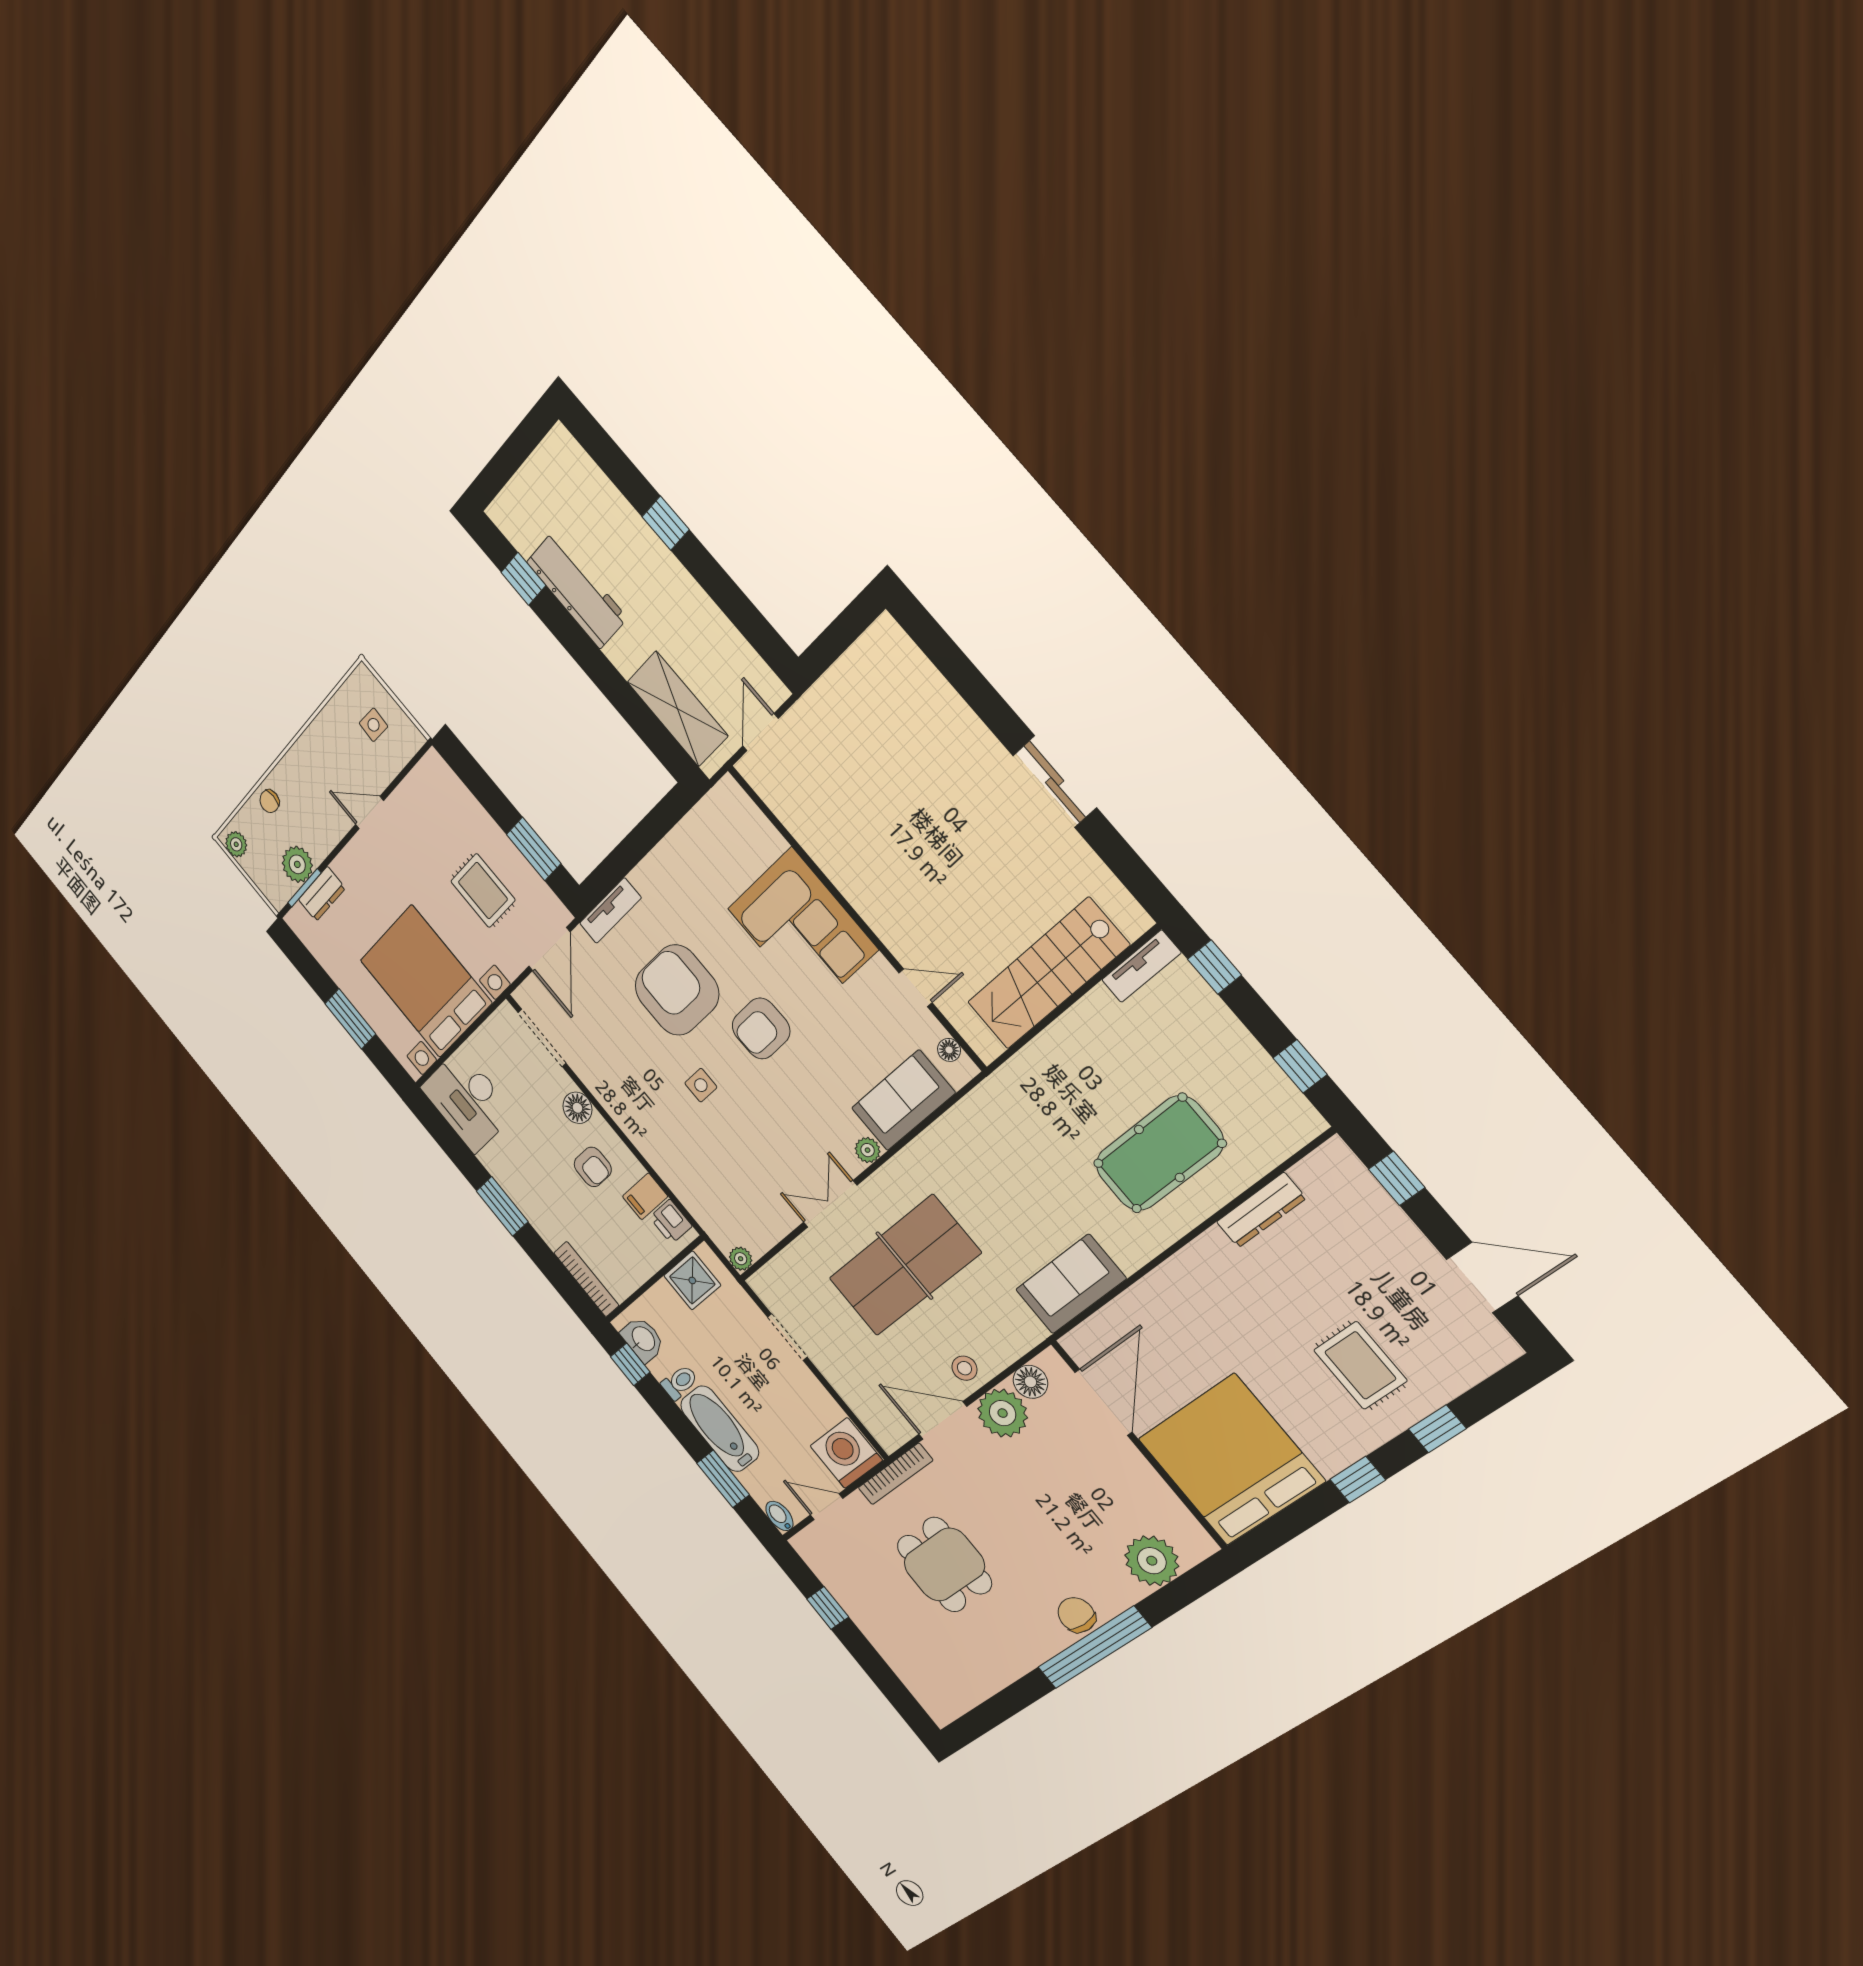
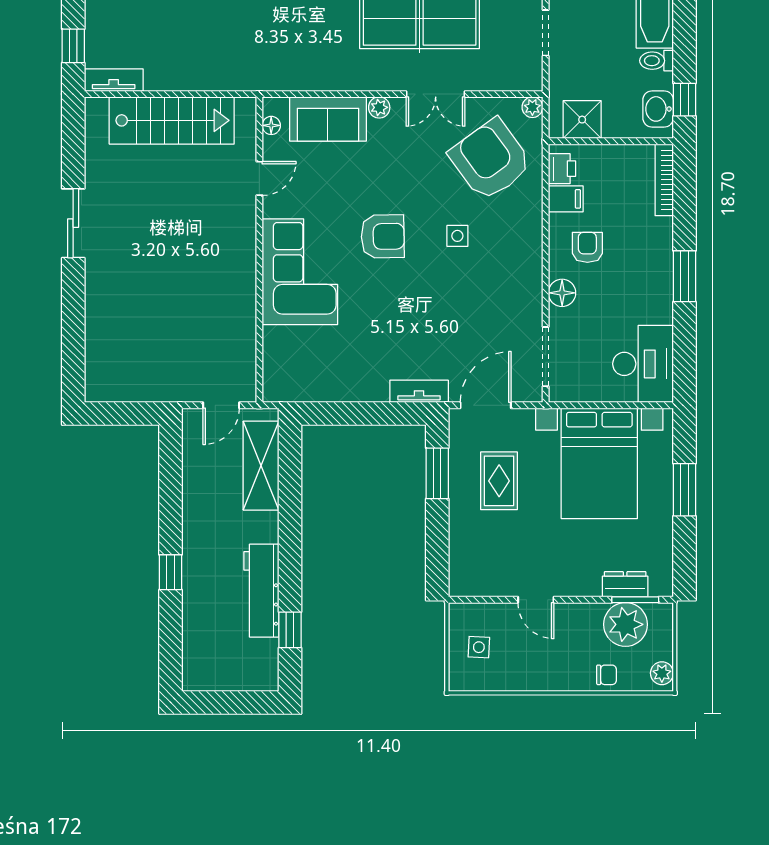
plant: (297, 864) -> (626, 624), width x1.36, depth x1.36
door: (915, 988) -> (259, 178), swing flipped
armchair: (677, 990) -> (490, 160), moved, turned 144

